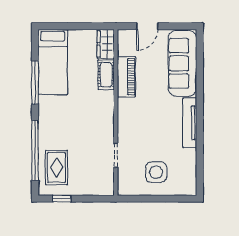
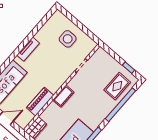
cot: (106, 75) -> (63, 96), moved
tv unit: (190, 123) -> (28, 49), width x0.71

